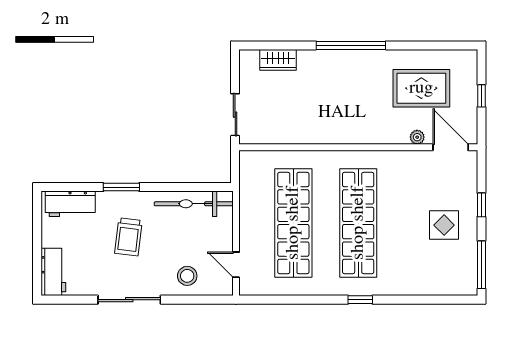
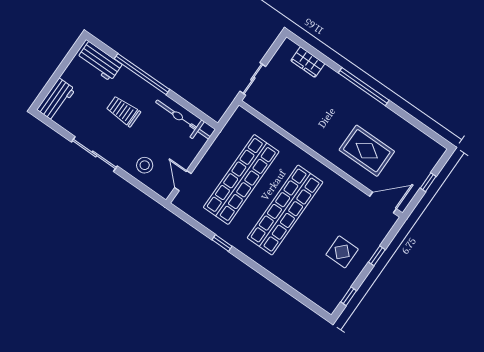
rug: (421, 88) -> (367, 151), moved
plant: (417, 137) -> (365, 180), removed
door: (451, 147) -> (383, 202), hinge flipped
window: (121, 187) -> (142, 74), width x2.11
trolley: (128, 237) -> (123, 111), turned 83
window: (481, 265) -> (349, 296), width x0.46
window: (360, 300) -> (222, 243), moved

